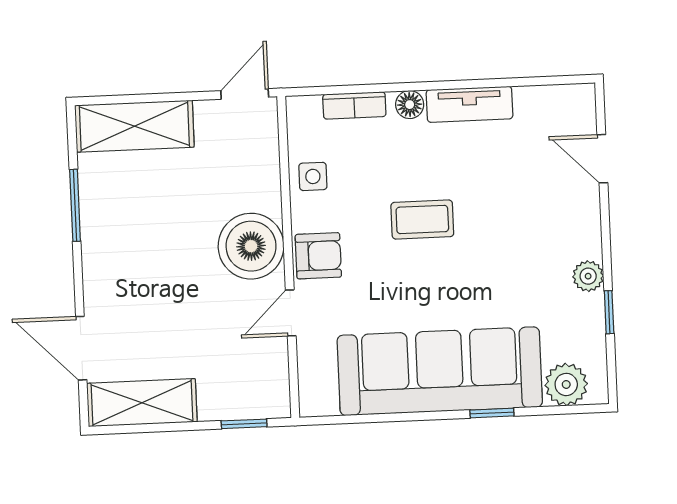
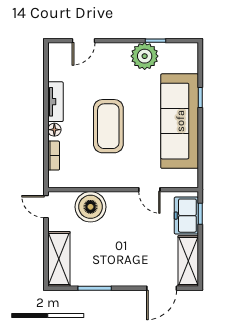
side table: (313, 176) -> (86, 176), removed
coffee table: (422, 219) -> (108, 126), width x1.86, depth x1.72
boiler: (251, 246) -> (90, 207), moved
armchair: (318, 256) -> (123, 175), removed
plant: (588, 276) -> (145, 56), width x1.87, depth x1.87
plant: (566, 384) -> (188, 62), removed
freezer: (239, 394) -> (186, 216), added

